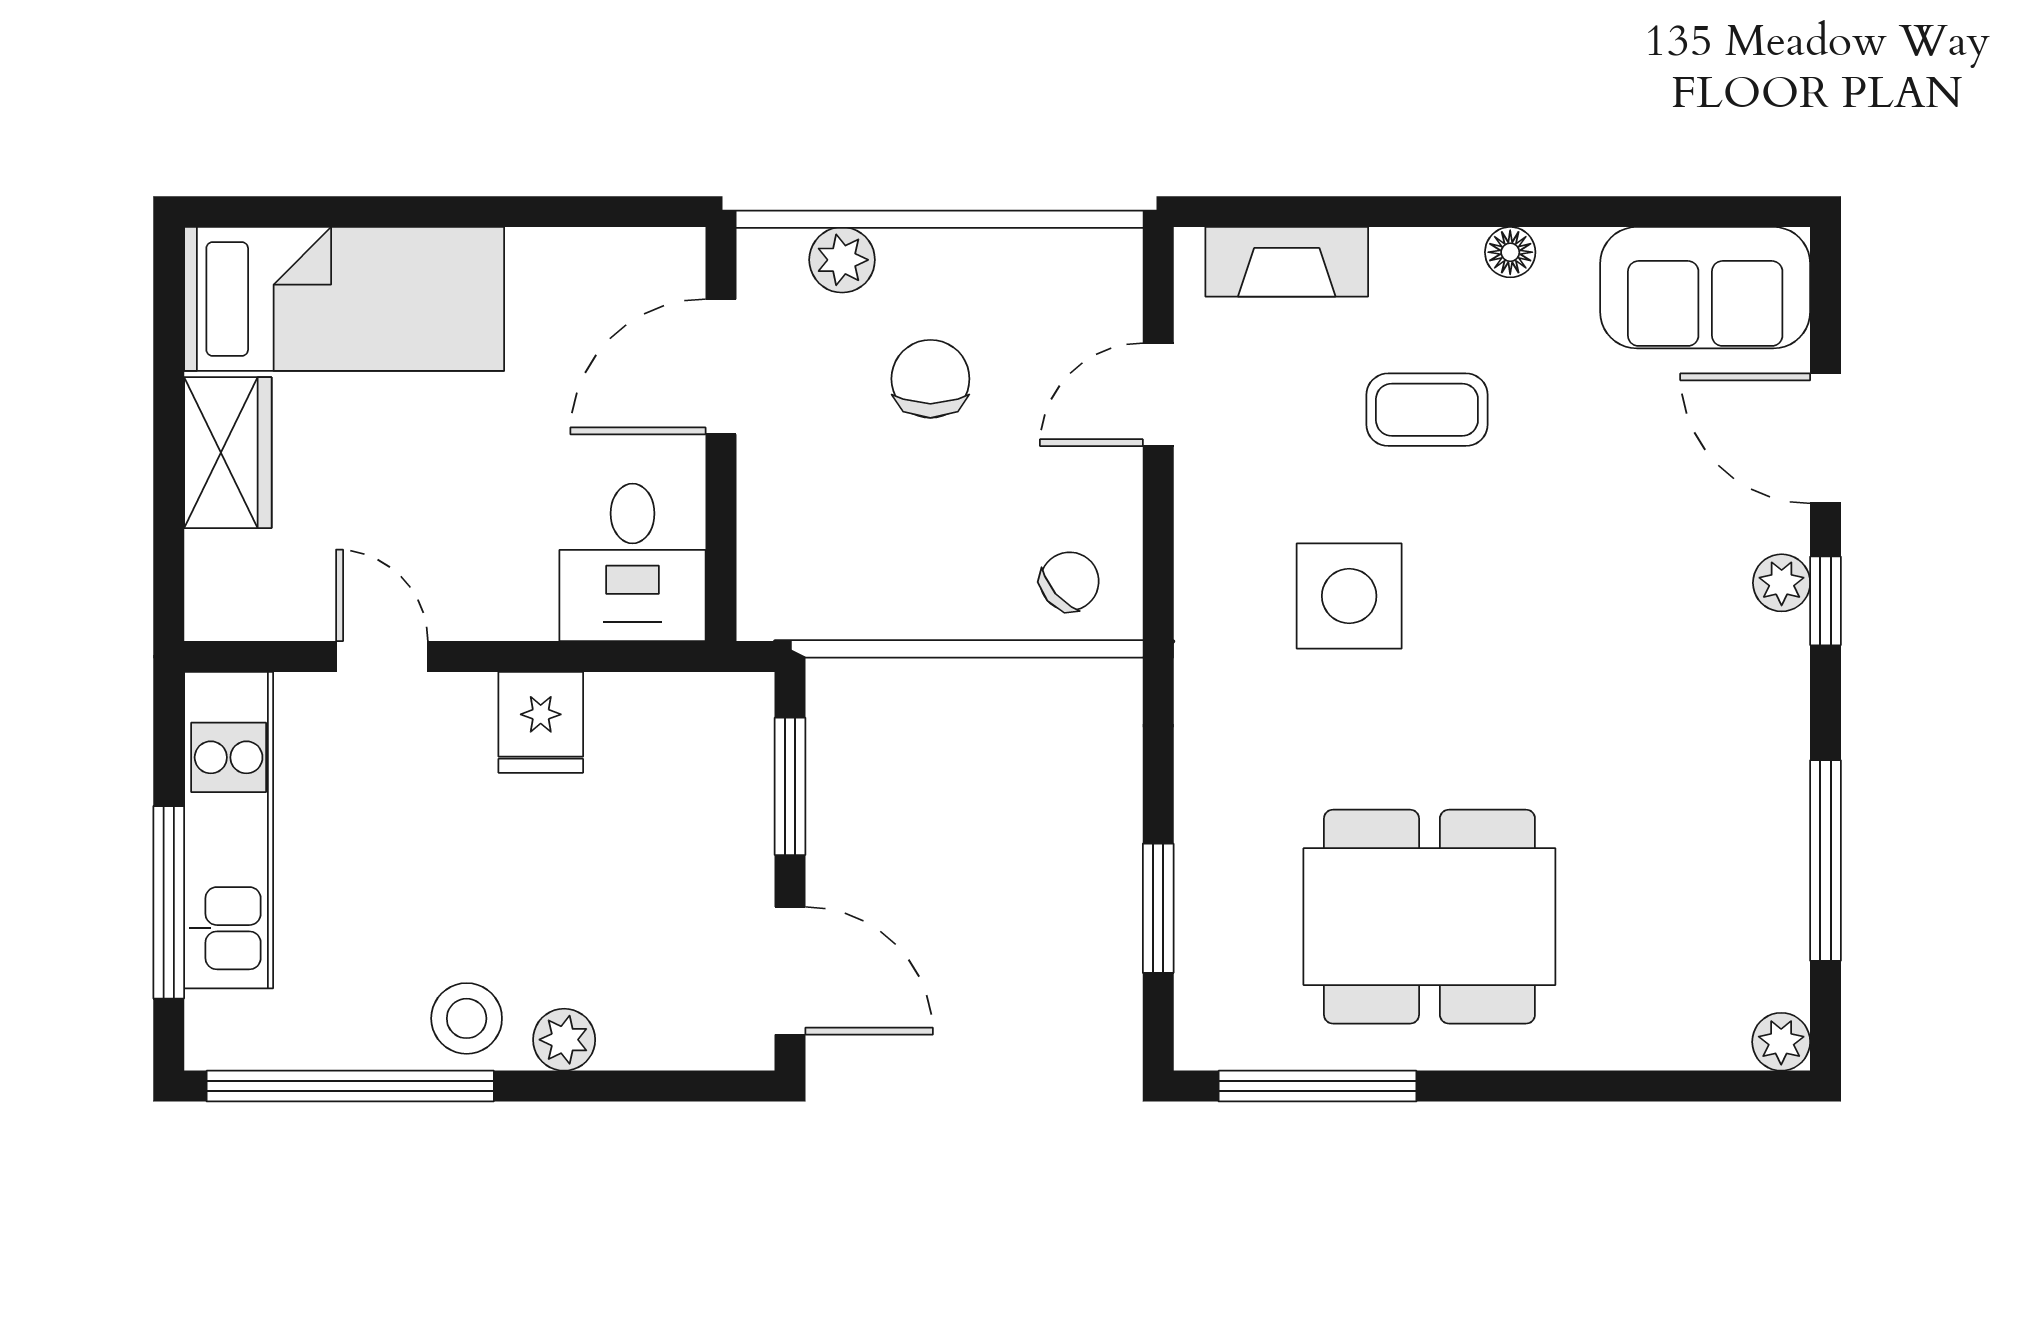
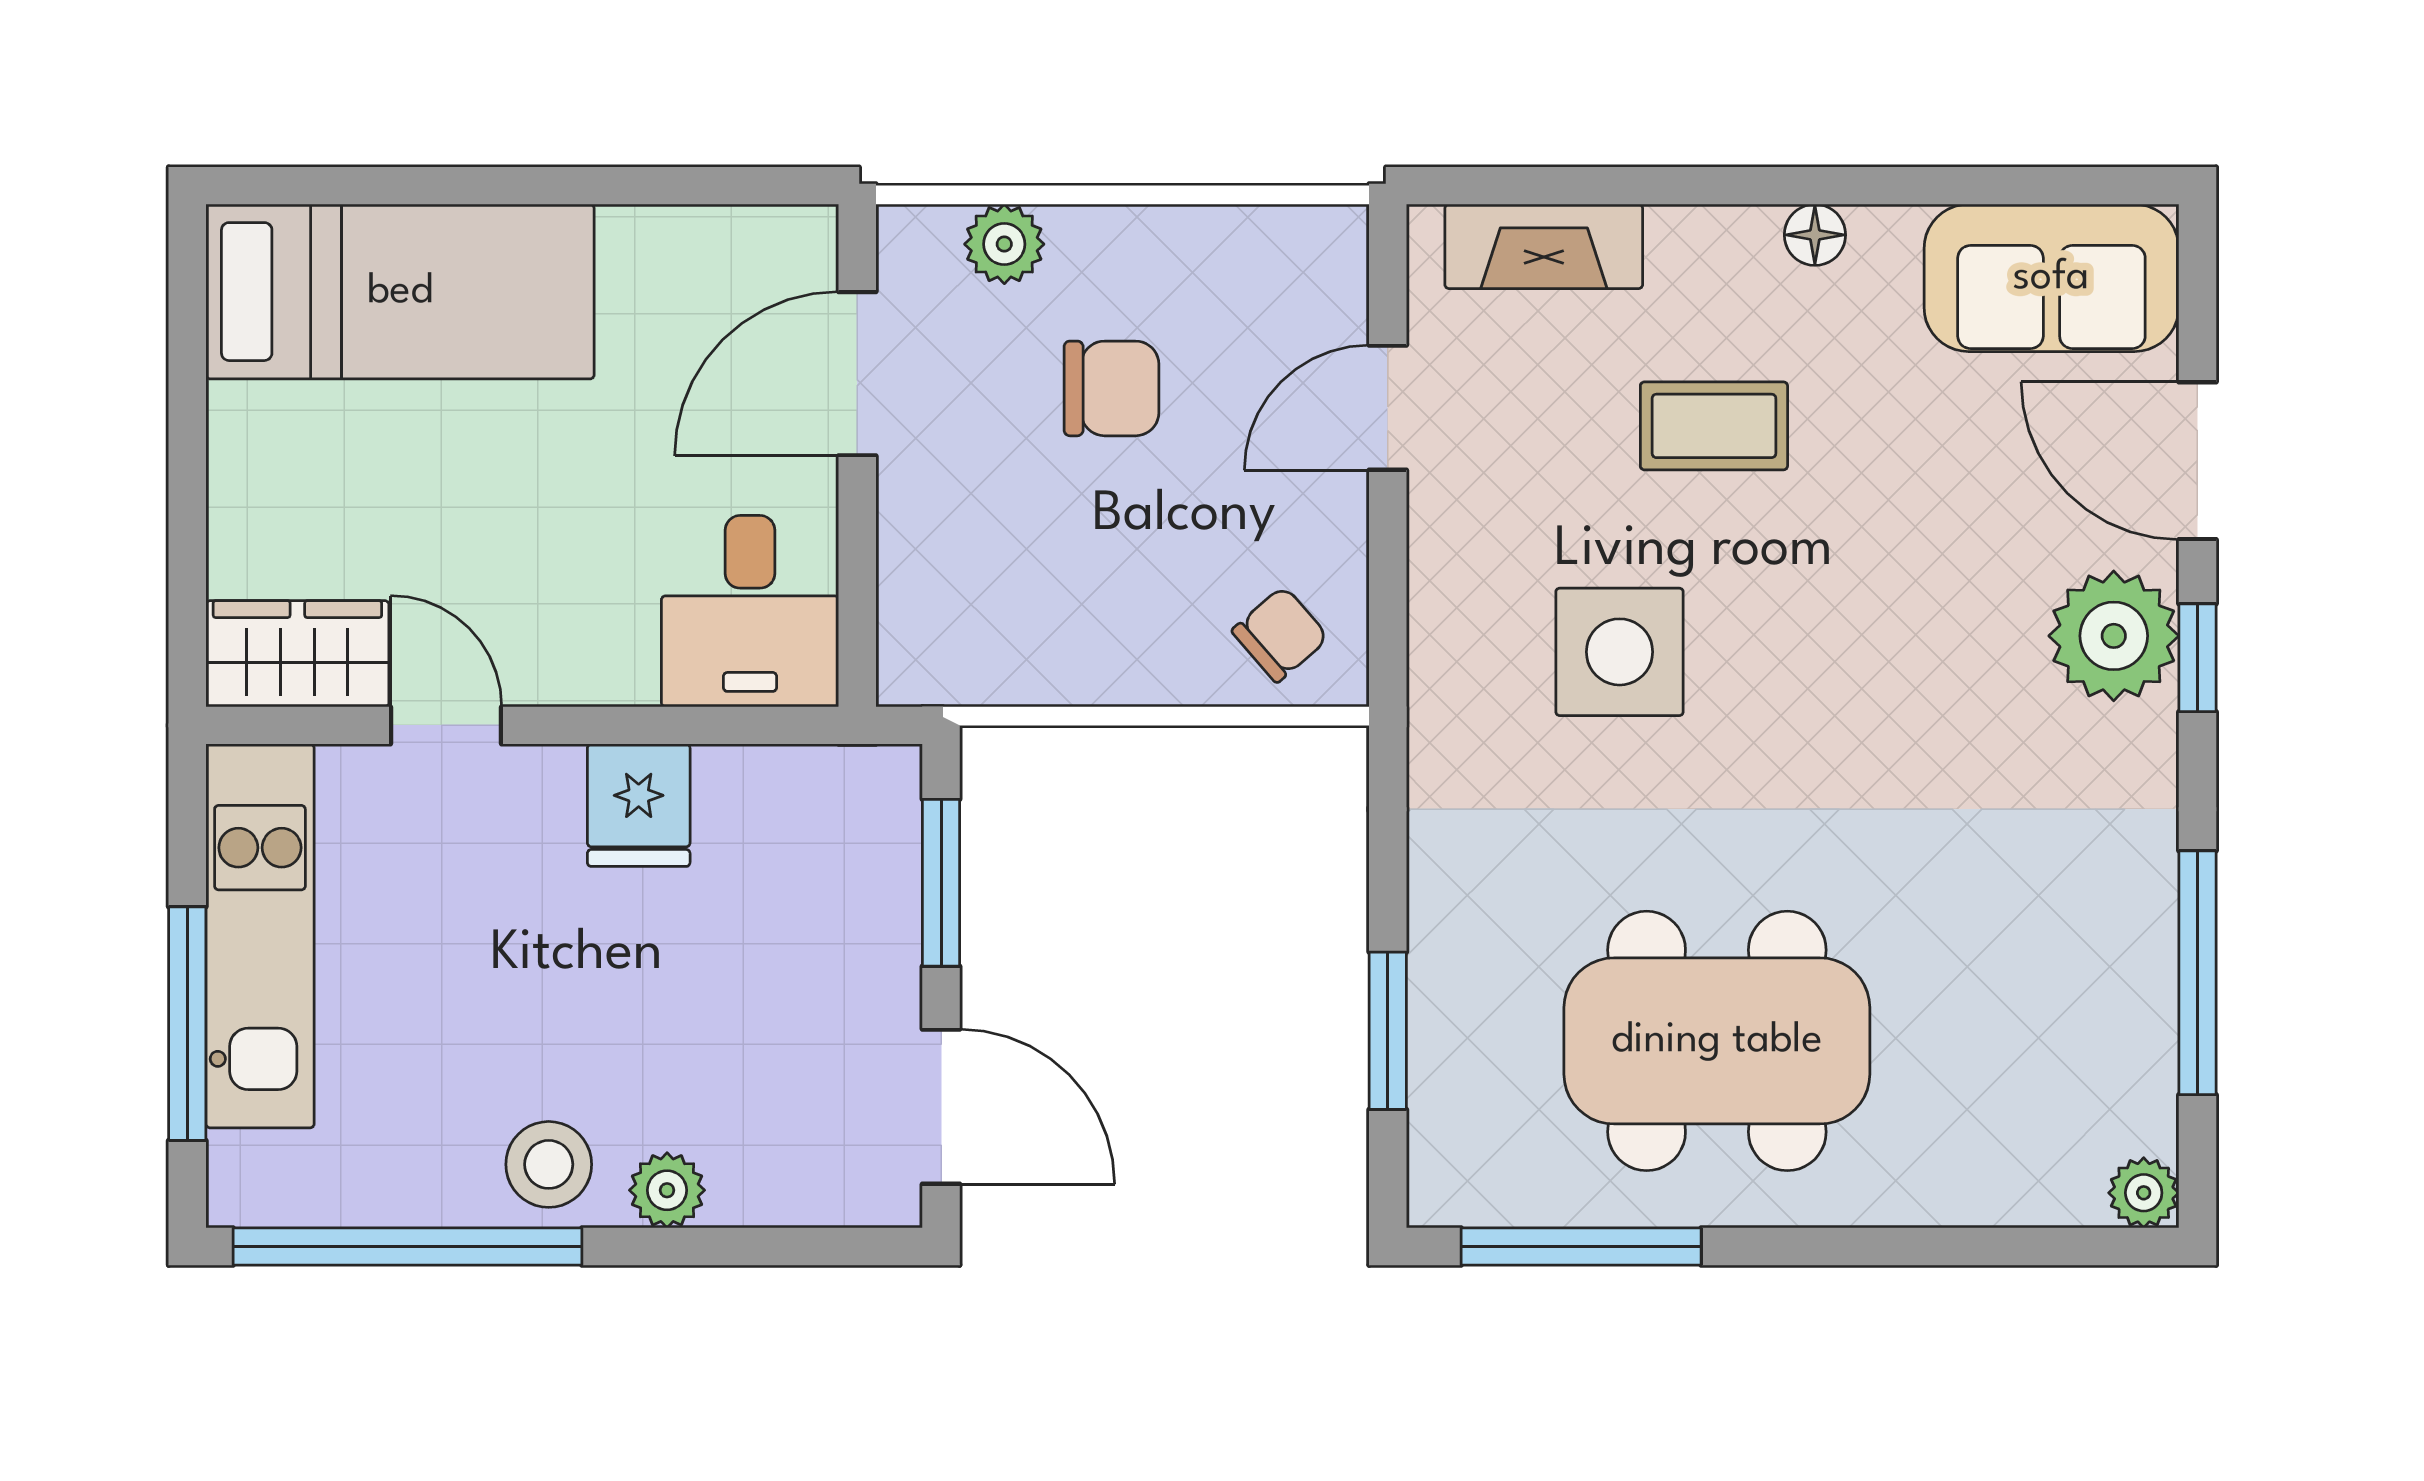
chair: (930, 379) -> (1111, 388), turned 90
wardrobe: (228, 453) -> (297, 654), moved, turned -90
plant: (1782, 583) -> (2114, 636), width x1.88, depth x1.88

